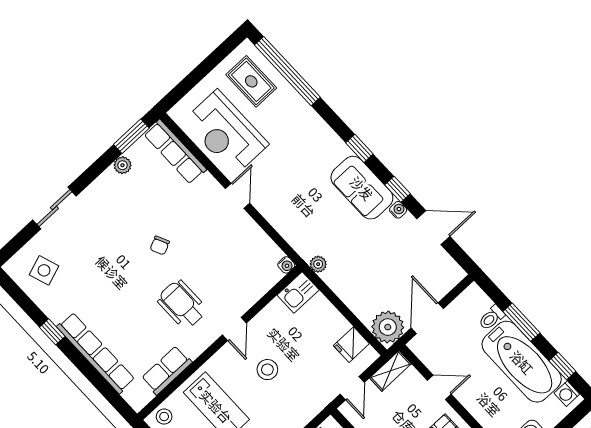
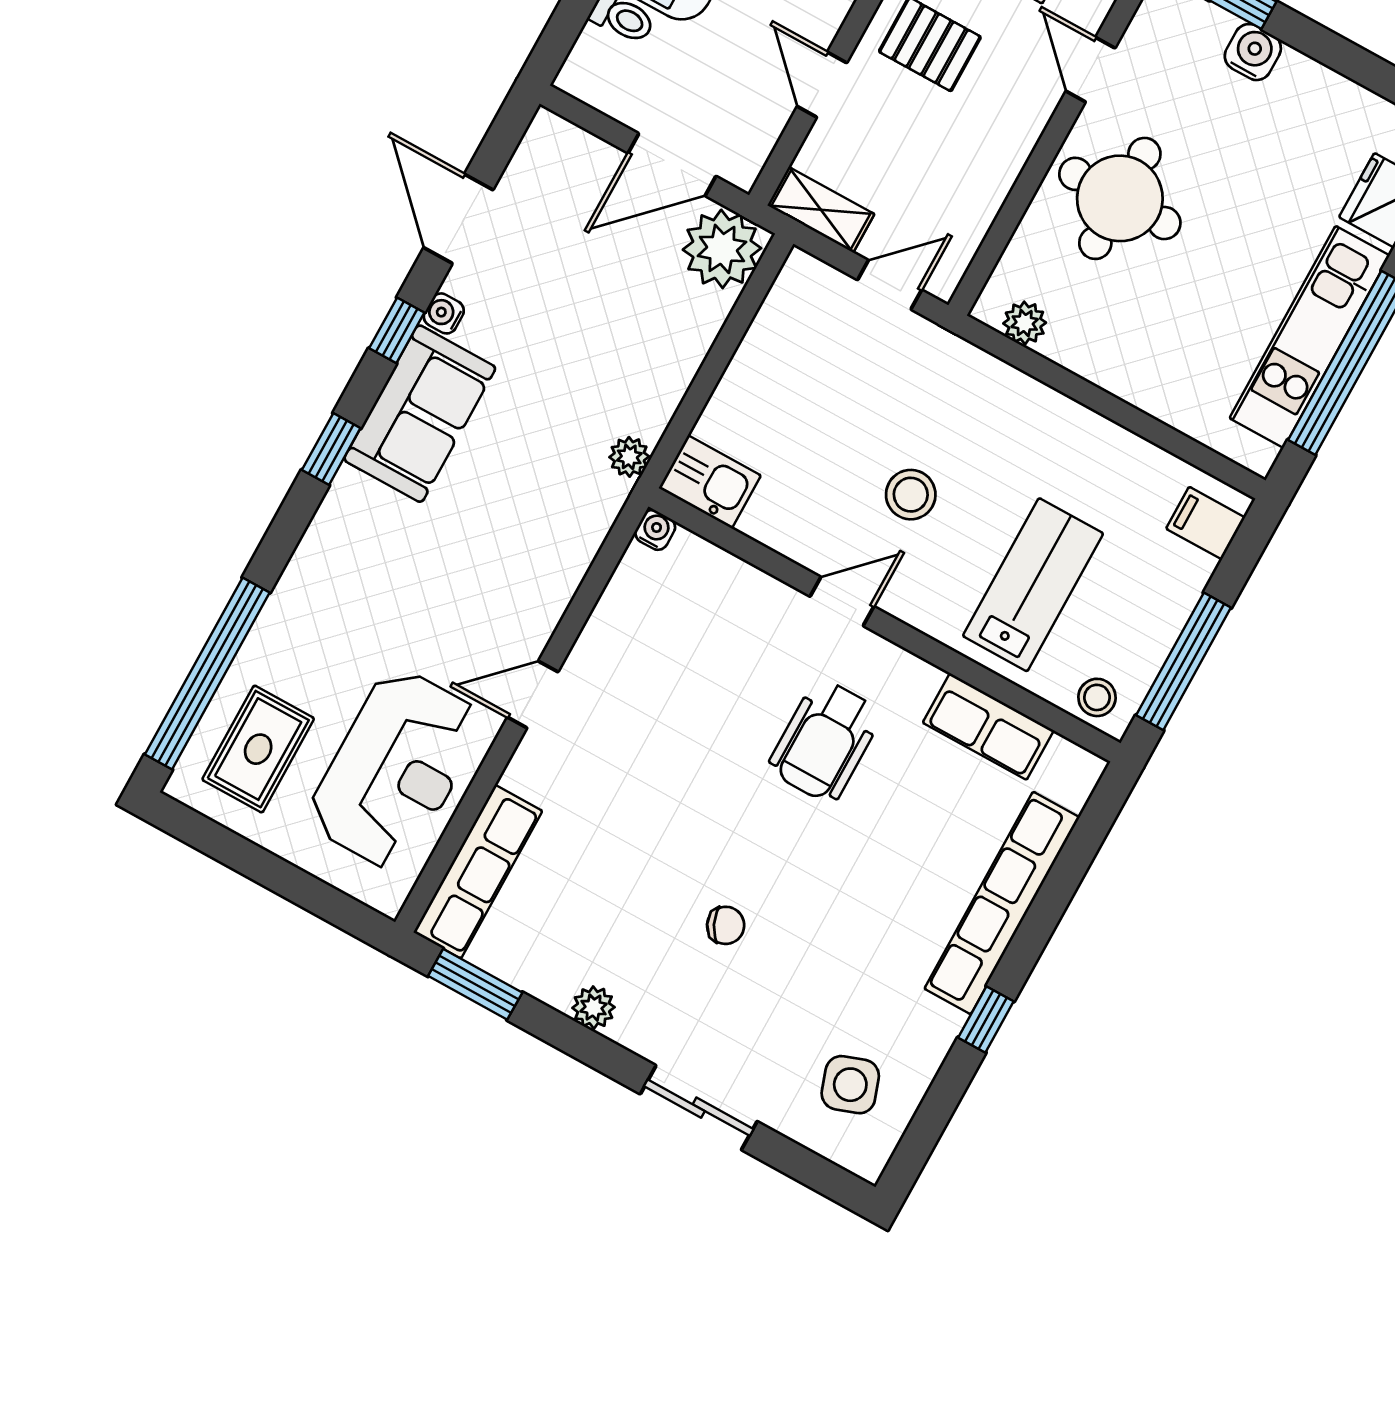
plant: (123, 165) -> (593, 1008), moved
chair: (160, 245) -> (726, 925), moved
fridge: (351, 345) -> (790, 320), removed

